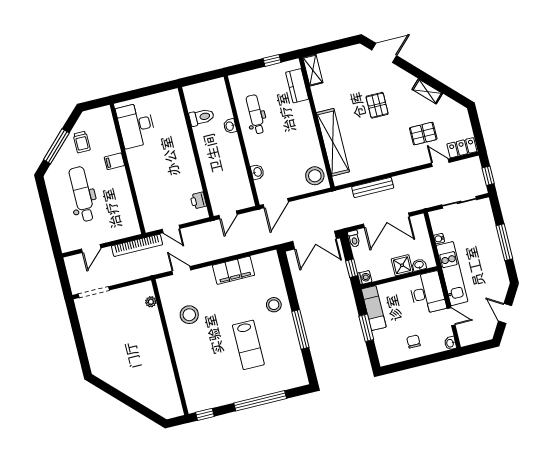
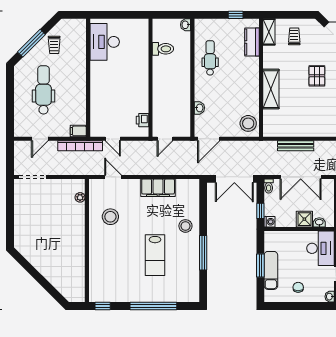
trolley: (342, 68) -> (294, 36), added
washbasin: (230, 126) -> (186, 25), moved
shelving: (333, 142) -> (271, 89), width x0.68
filing cabinet: (114, 161) -> (78, 131), moved
exam couch: (374, 308) -> (271, 270), moved

